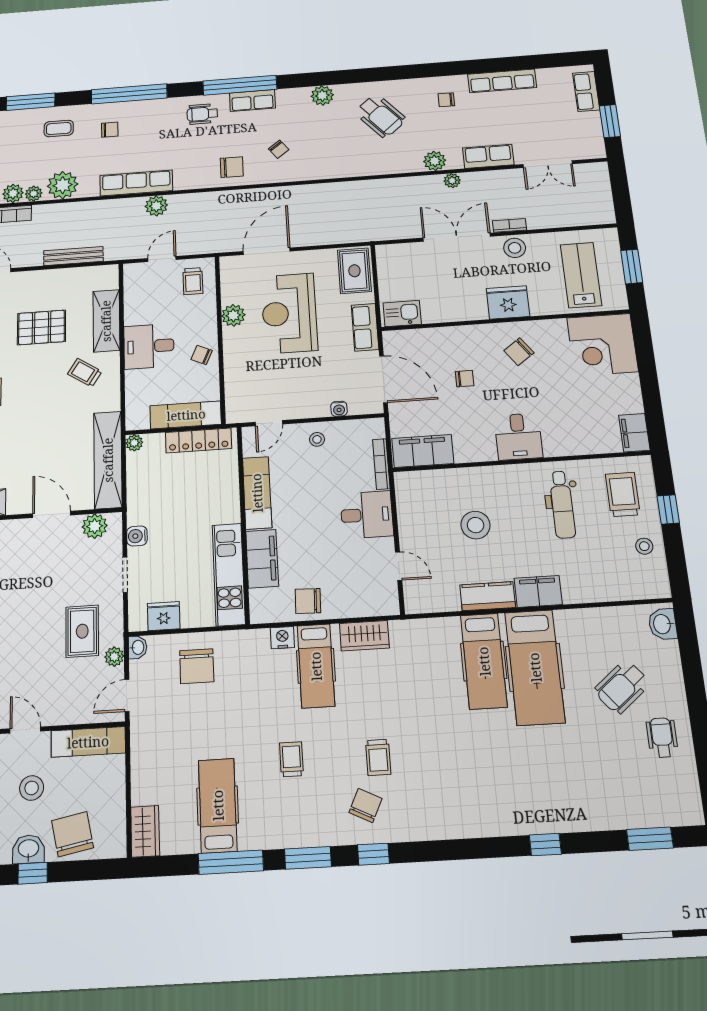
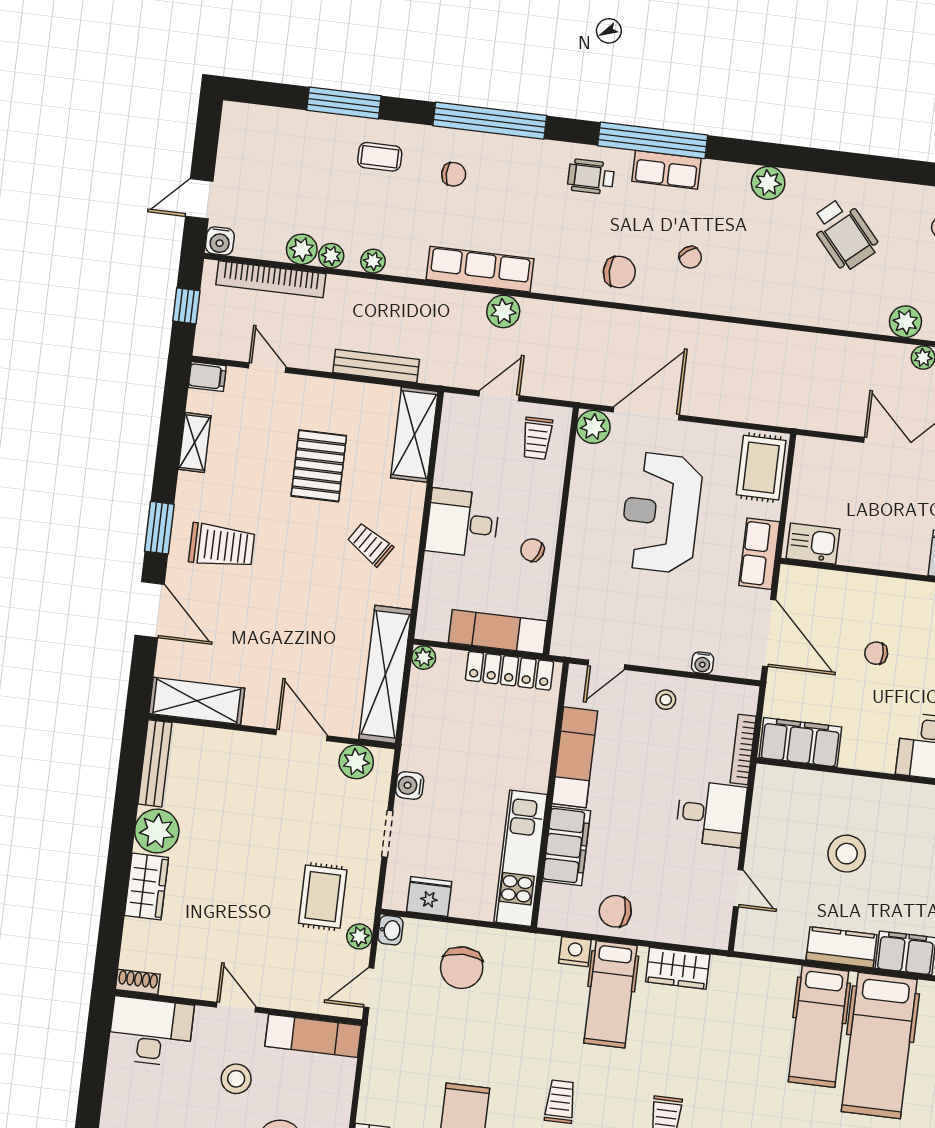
plant: (63, 185) -> (373, 261), width x0.53, depth x0.53
plant: (233, 315) -> (593, 427), moved
shelving: (106, 321) -> (414, 435), moved
pallet: (42, 327) -> (319, 466), turned 90
chair: (465, 379) -> (876, 653), turned 180

